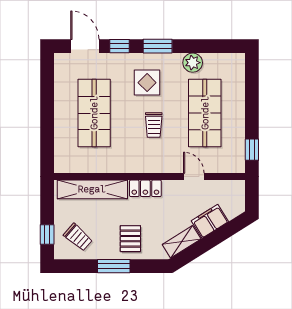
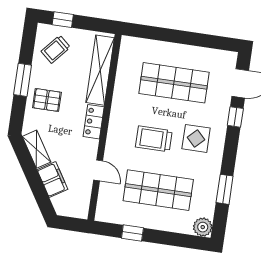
window: (158, 46) -> (225, 189), moved
plant: (193, 63) -> (203, 227), moved
trolley: (154, 125) -> (154, 139), width x1.36, depth x1.39
window: (252, 150) -> (132, 233), moved
door: (194, 176) -> (98, 170), hinge flipped

